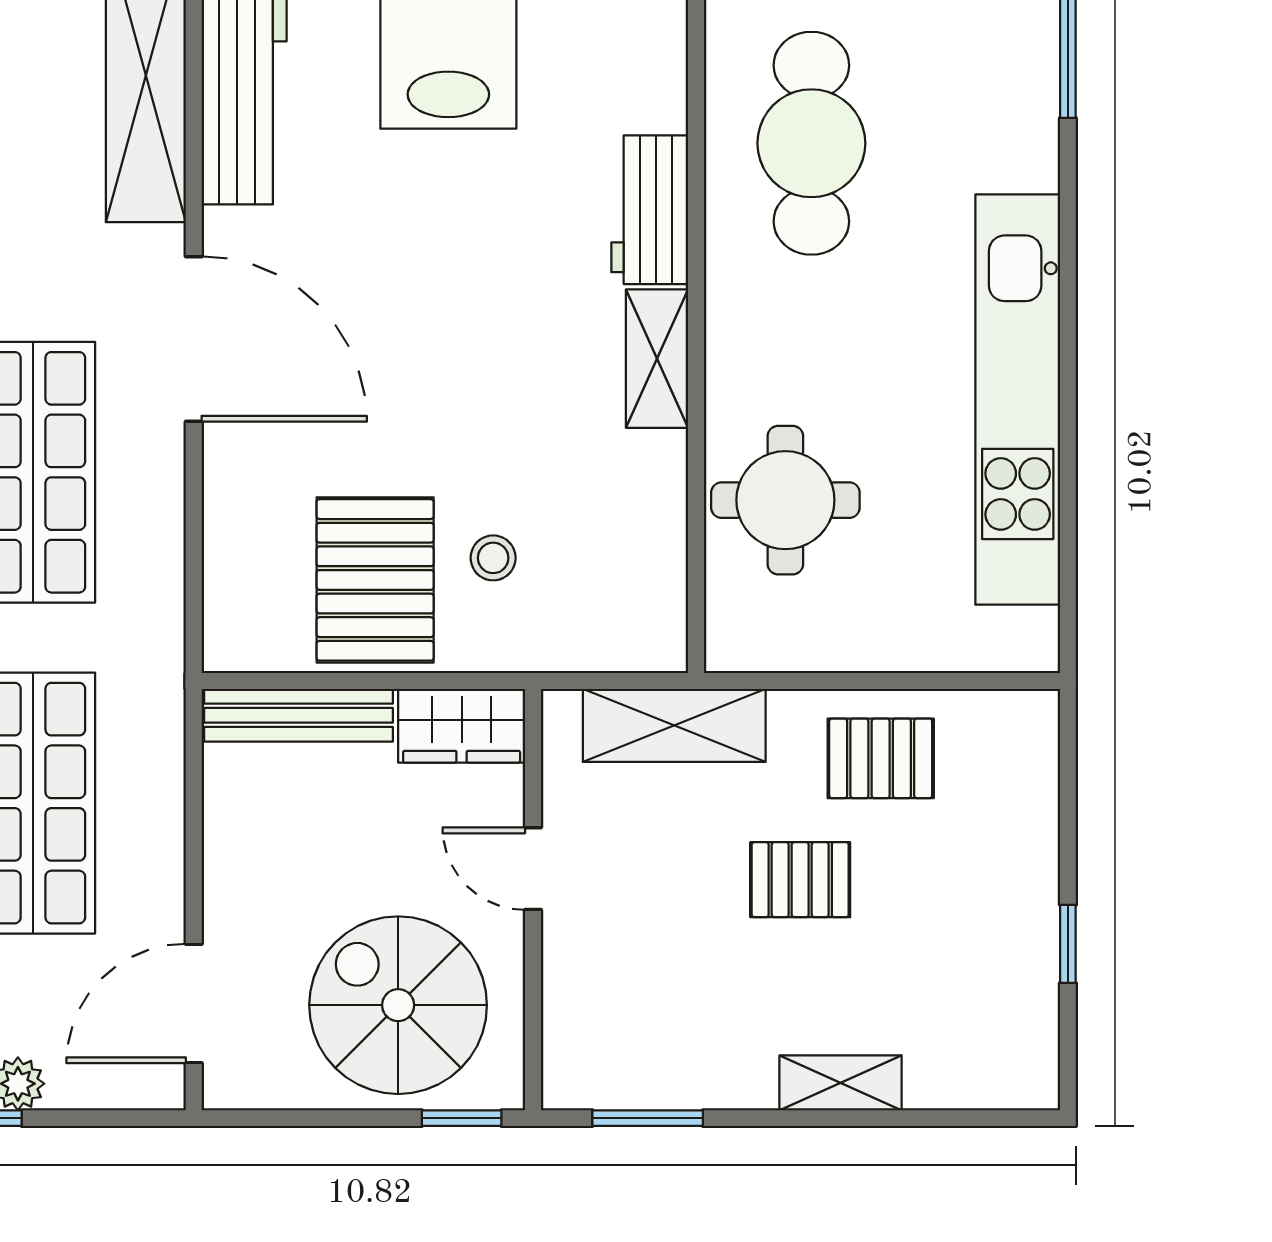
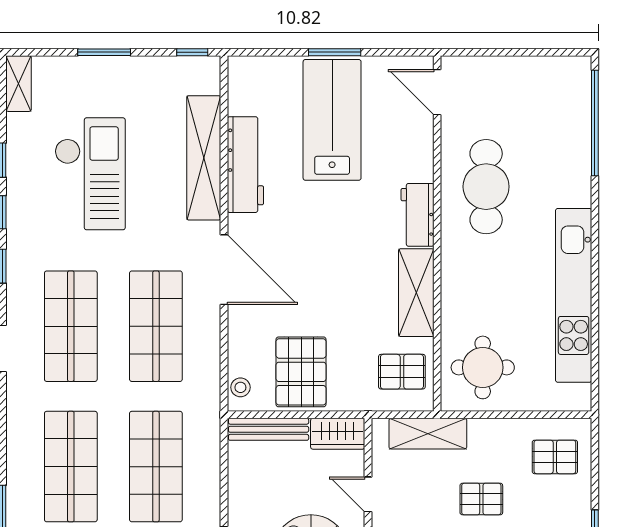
shelving: (657, 359) -> (416, 293), width x1.50, depth x1.33
round table: (785, 500) -> (483, 367), moved
stool: (493, 558) -> (240, 387), moved
pallet: (613, 579) -> (402, 372), added
pallet: (881, 758) -> (555, 457), moved

